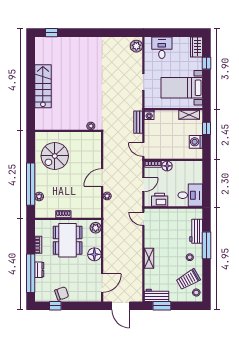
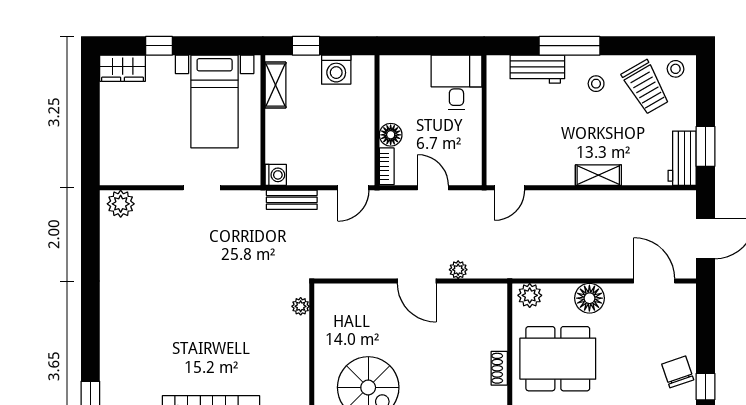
desk: (162, 48) -> (124, 146), removed
printer: (160, 200) -> (467, 151), removed

